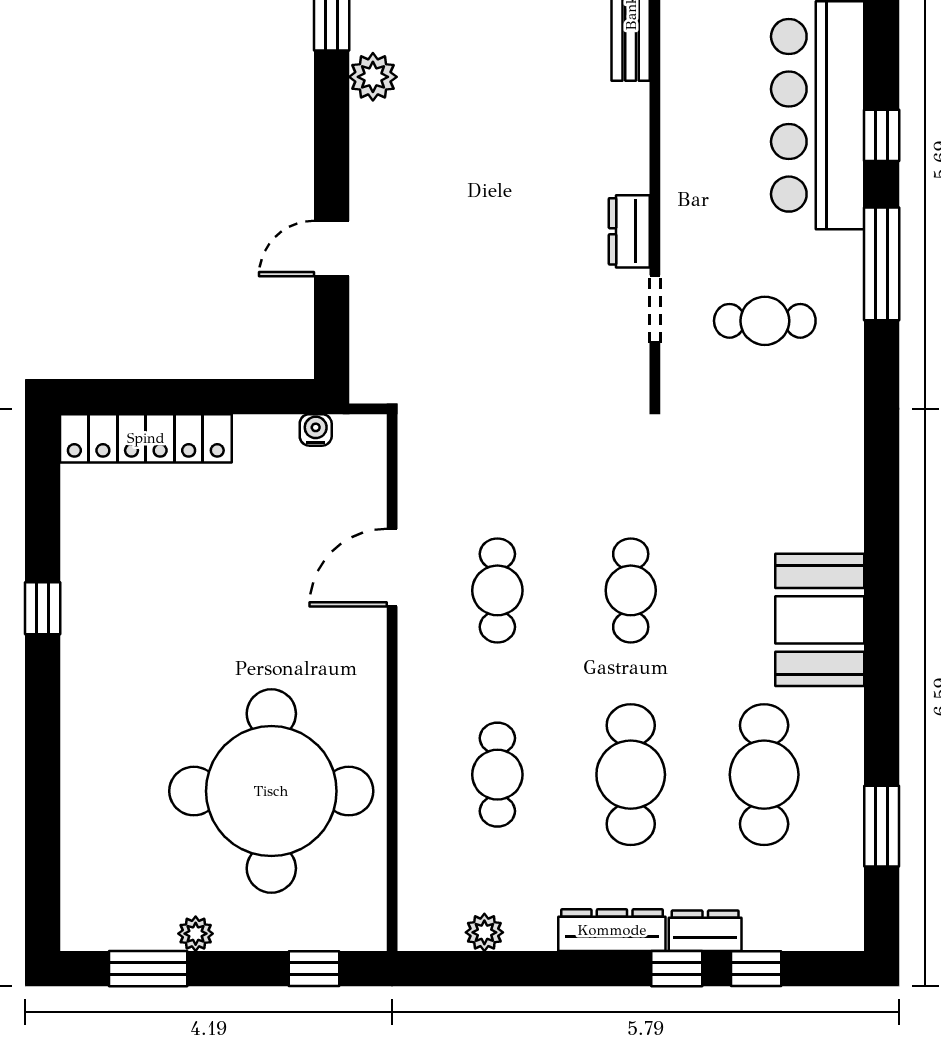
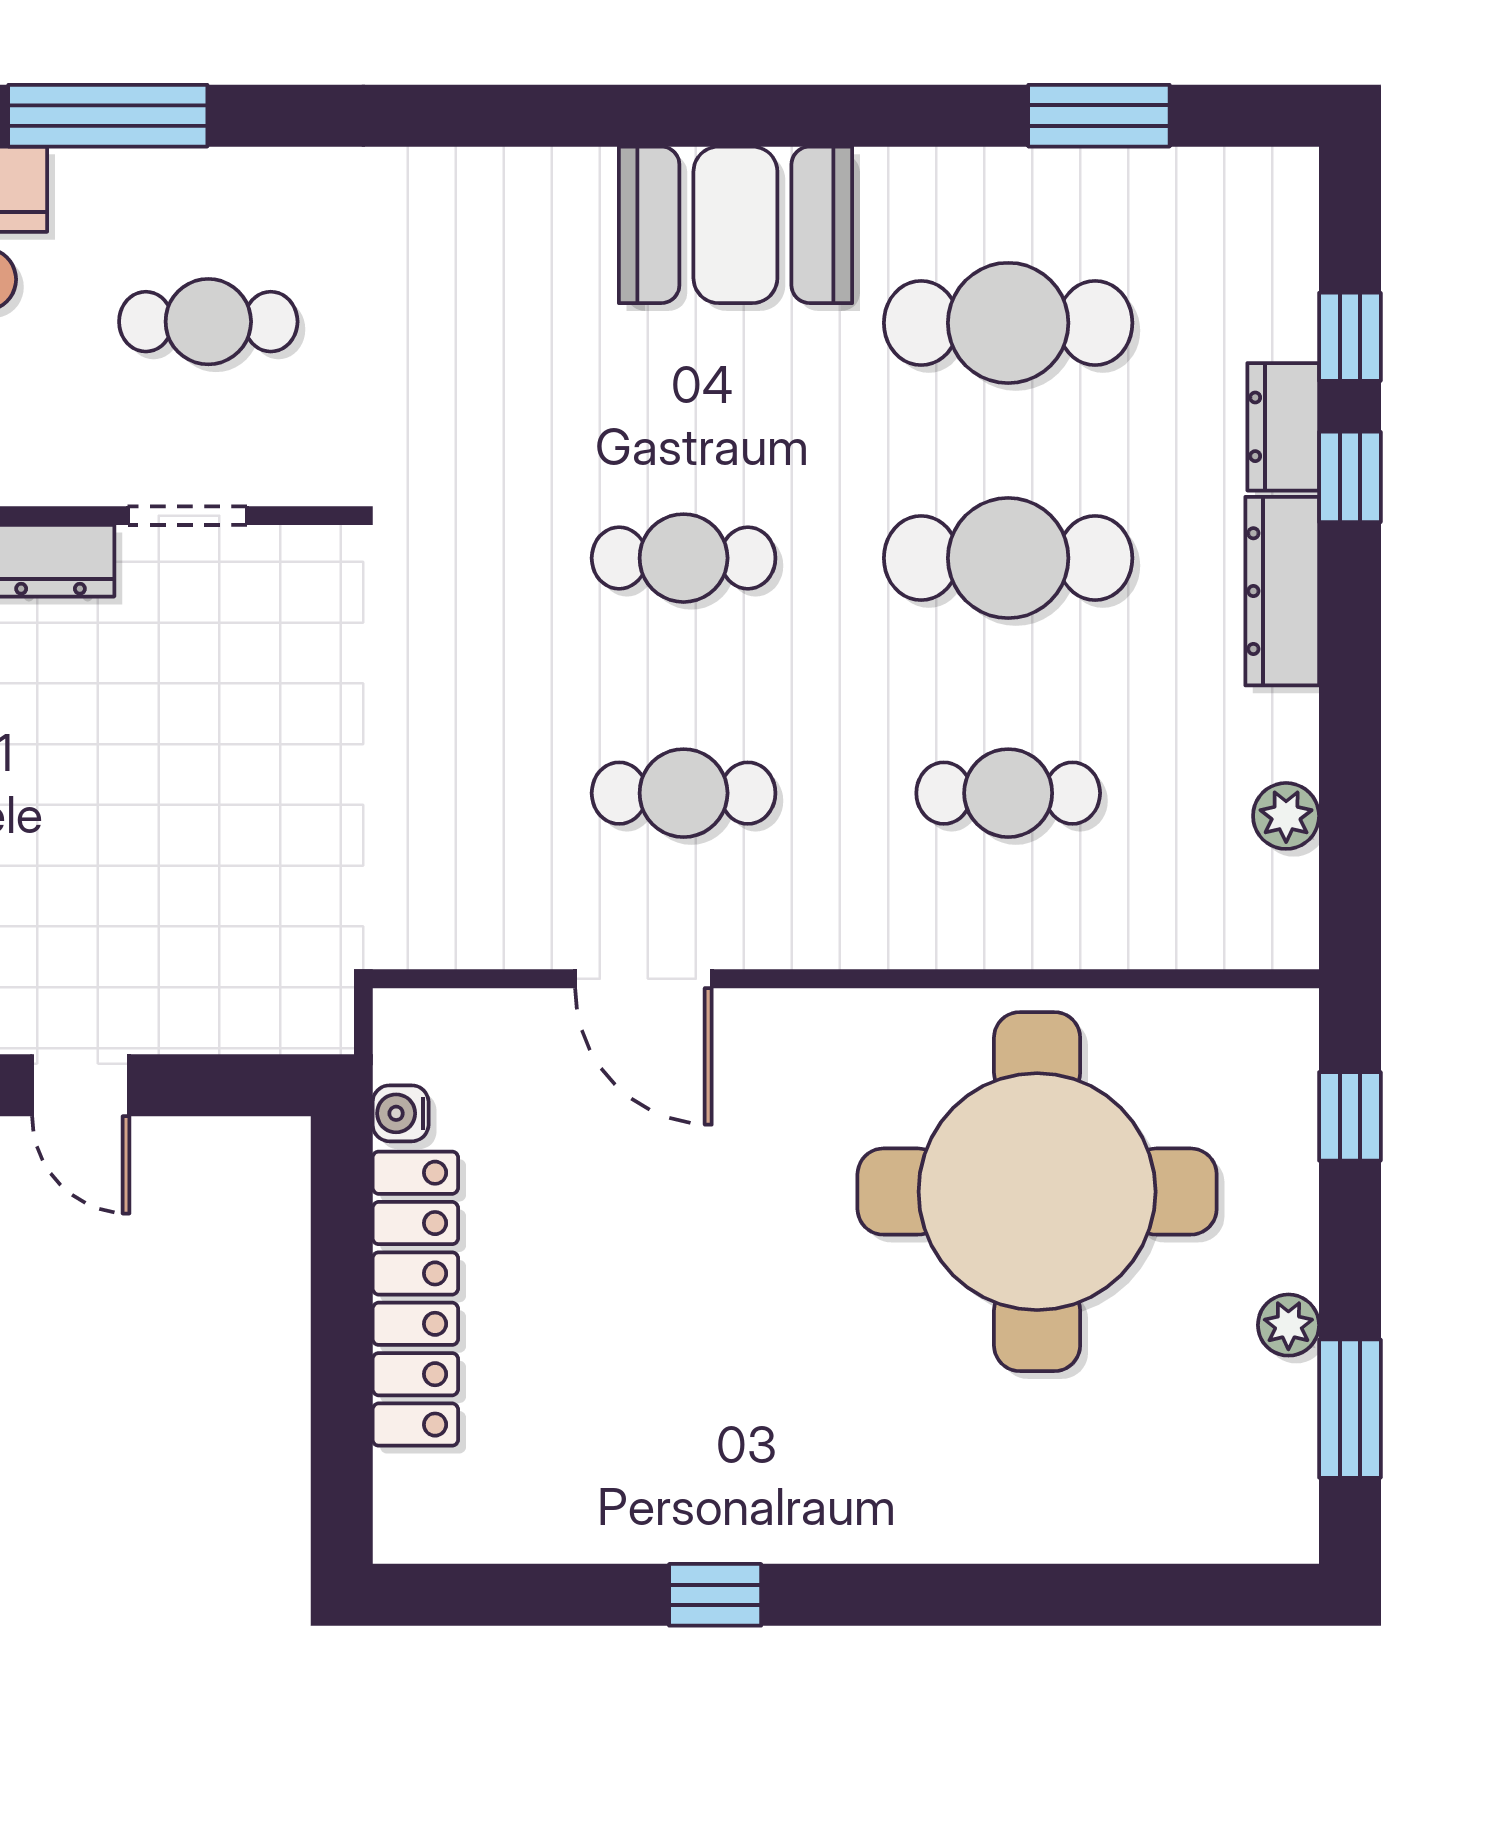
cafe table: (765, 321) -> (208, 322), turned 90
locker: (146, 438) -> (415, 1299), moved

